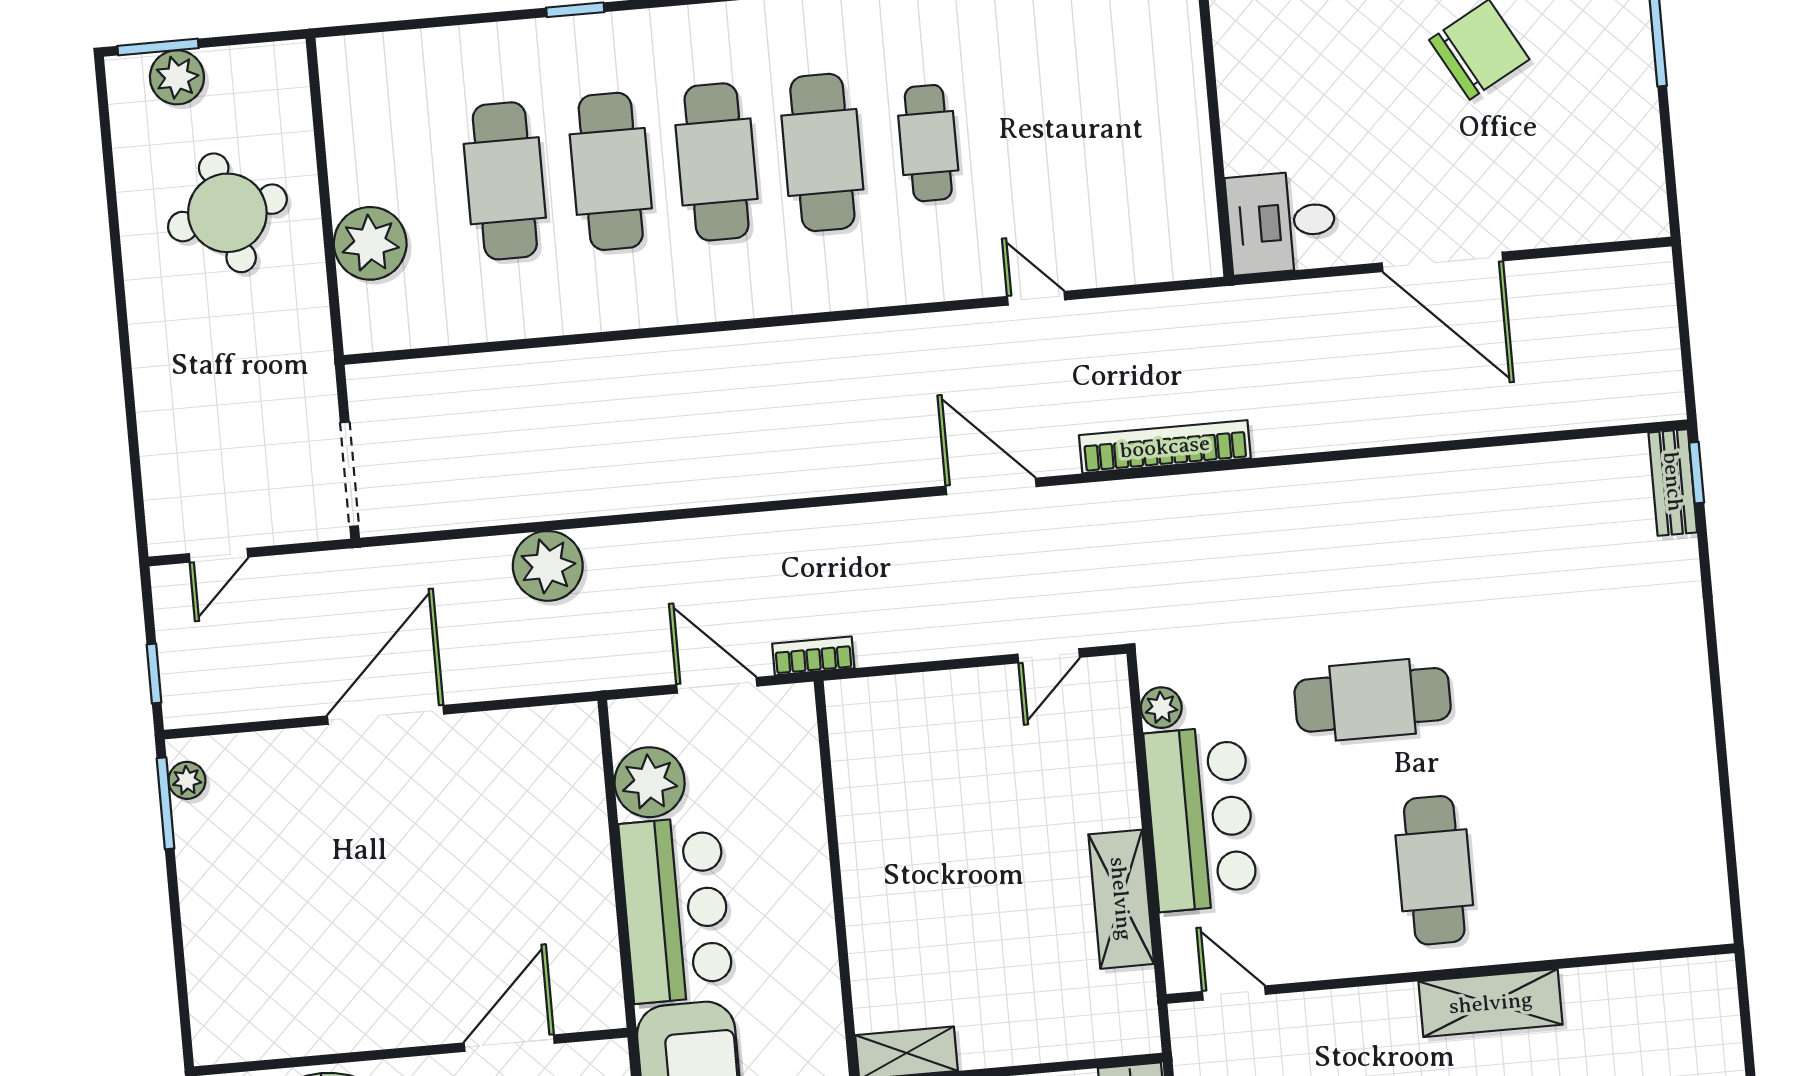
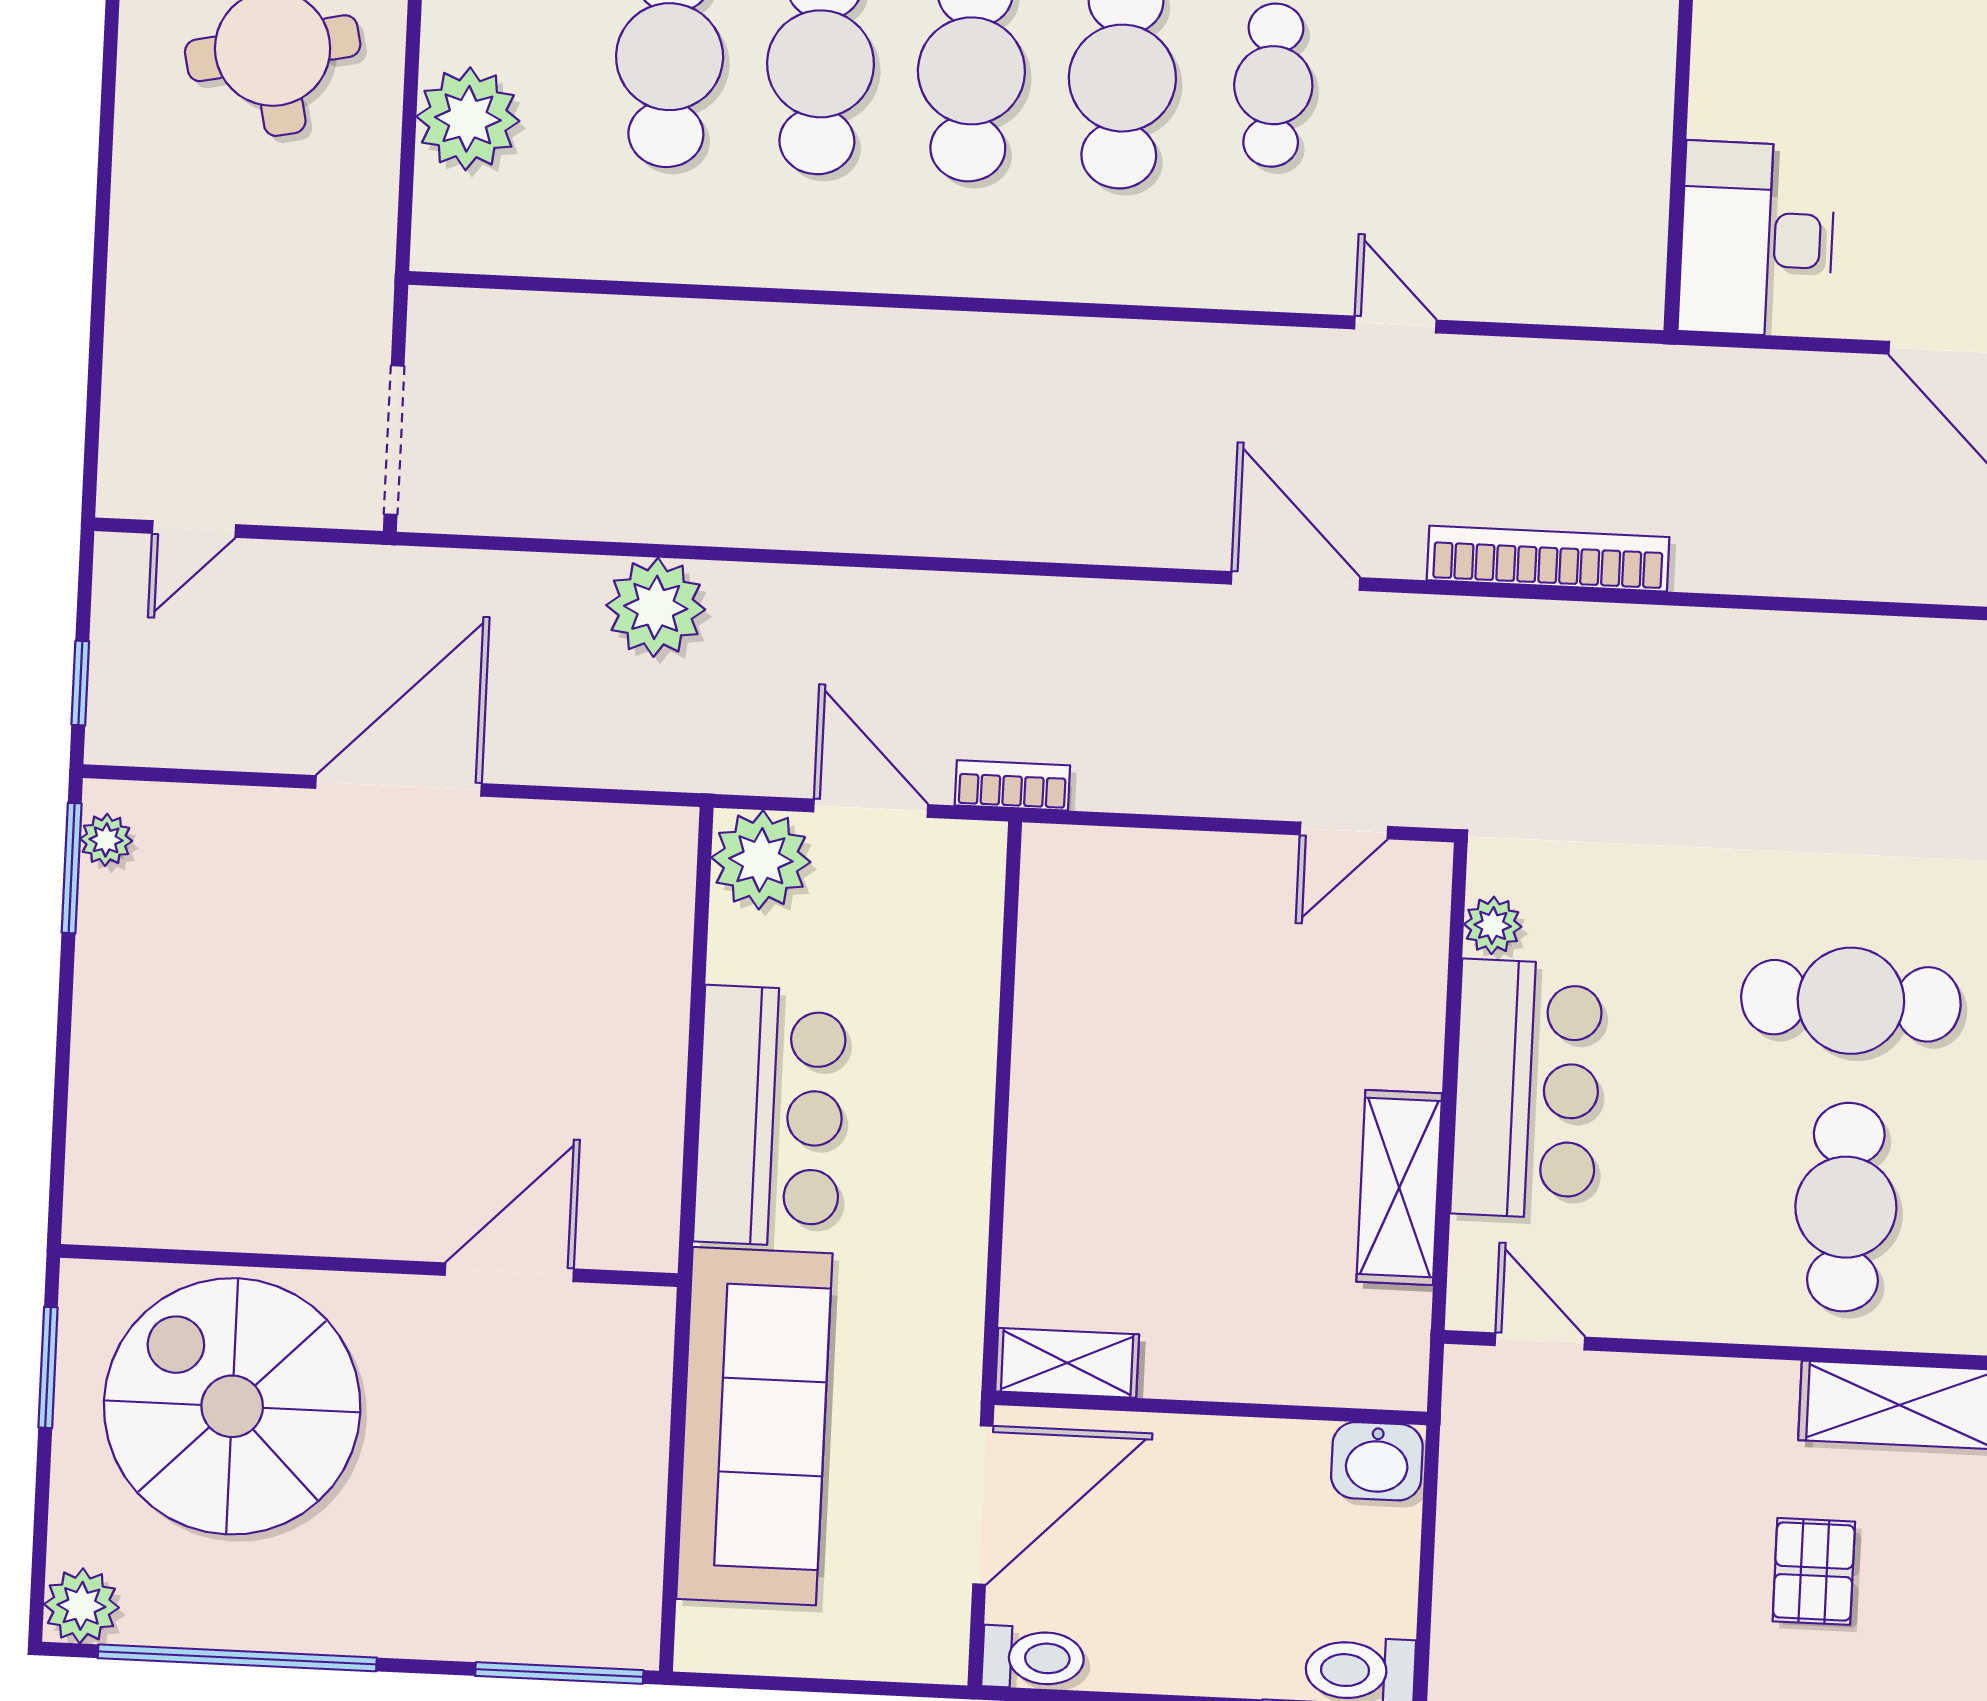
desk: (1281, 222) -> (1757, 239), width x1.37
cafe table: (1373, 700) -> (1851, 1001), moved
plant: (650, 782) -> (761, 860), moved

